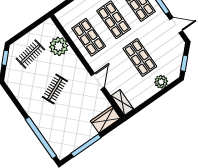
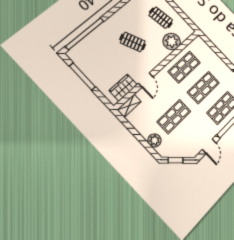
door: (98, 81) -> (146, 80), hinge flipped
wardrobe: (106, 120) -> (123, 88), moved, turned -90

